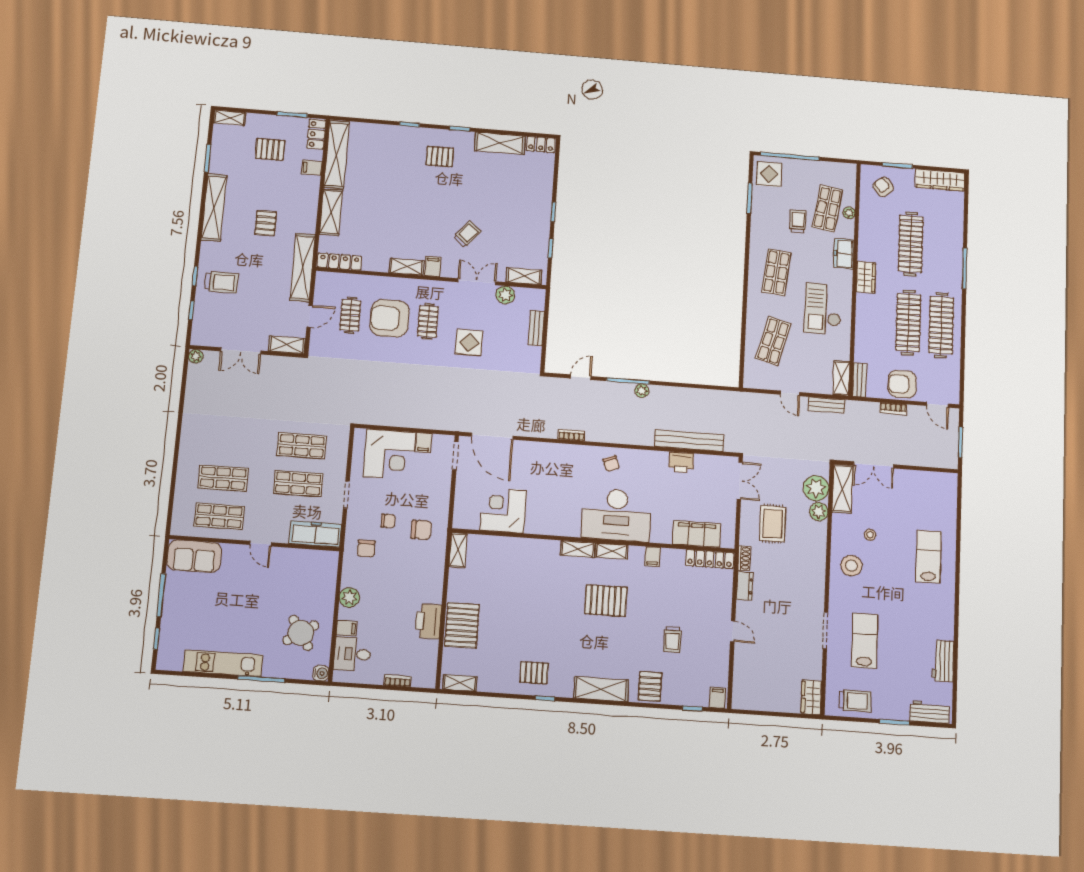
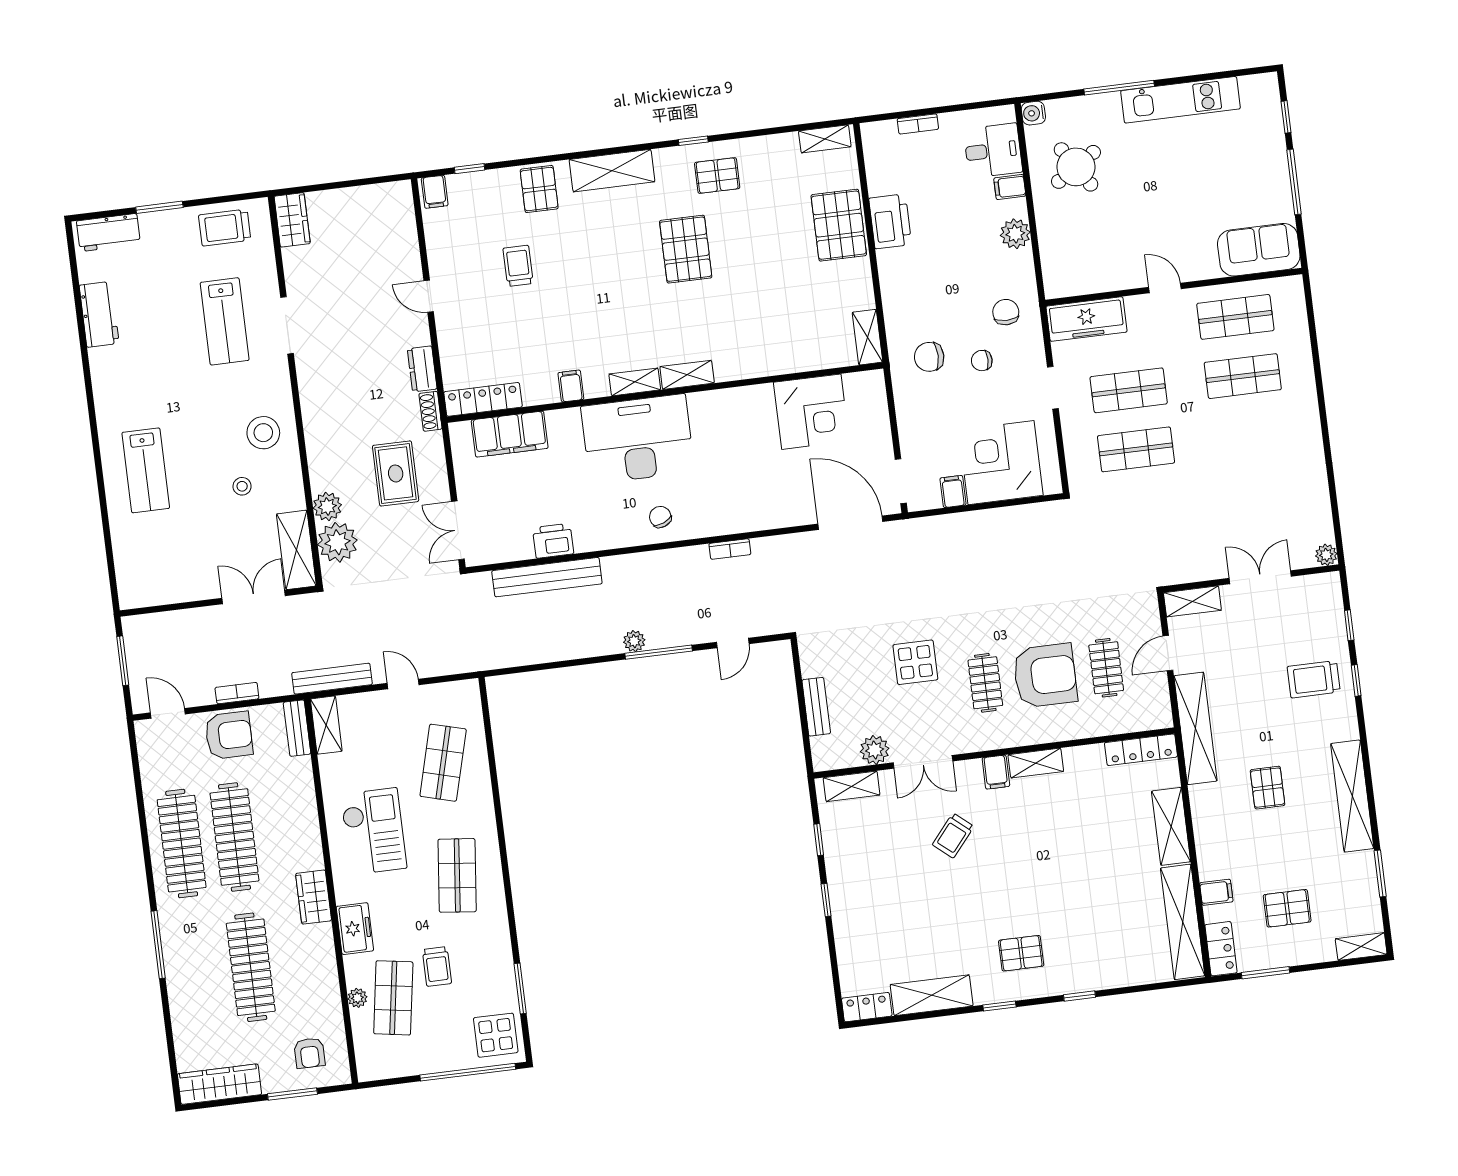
armchair: (883, 187) -> (310, 1053), turned 40
bench: (827, 405) -> (332, 679), width x1.36
pallet: (606, 601) -> (686, 249), moved, turned 90

